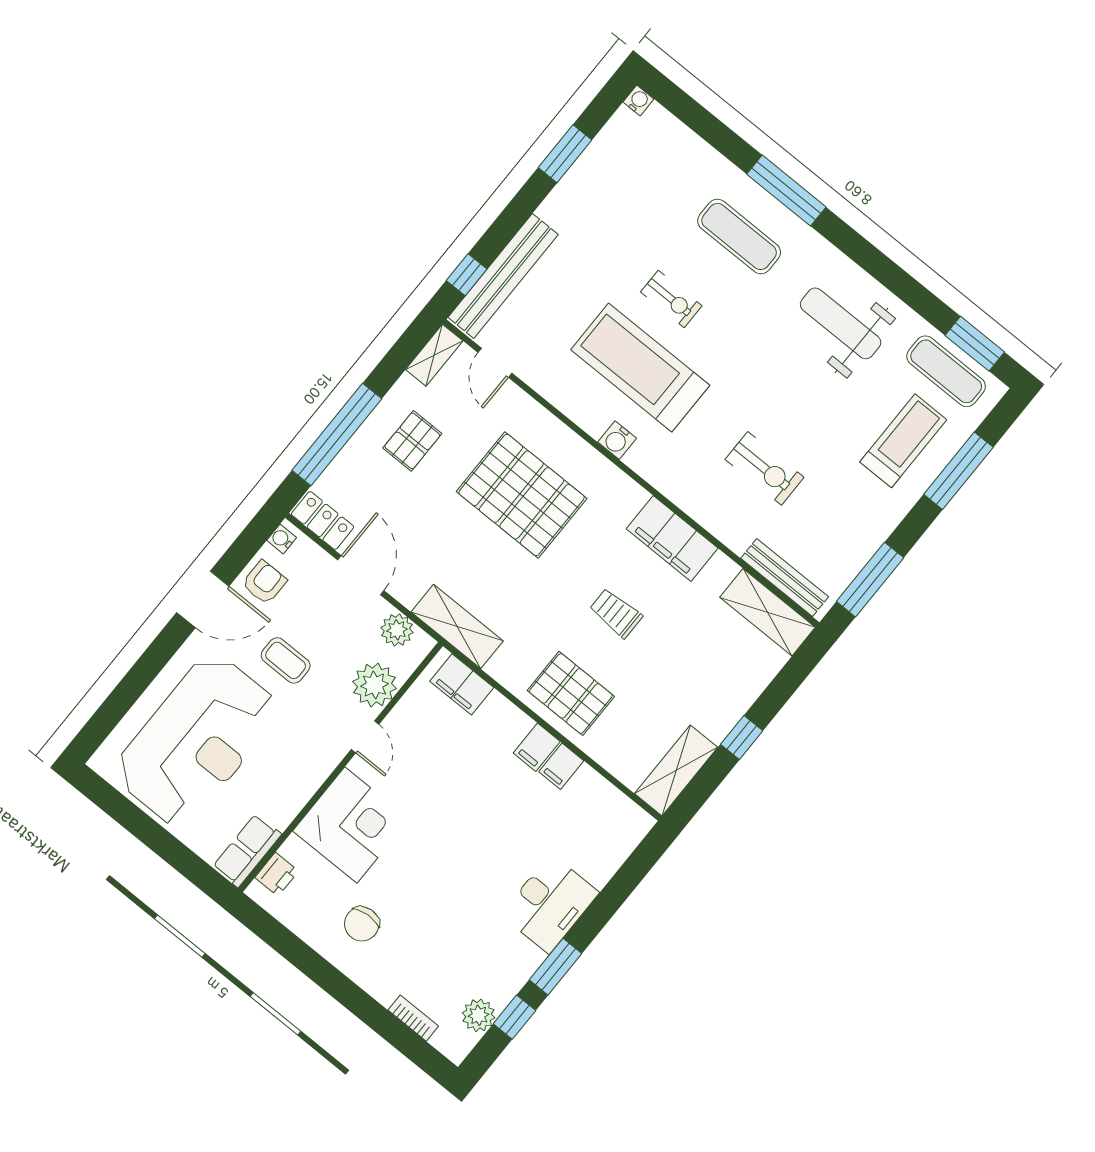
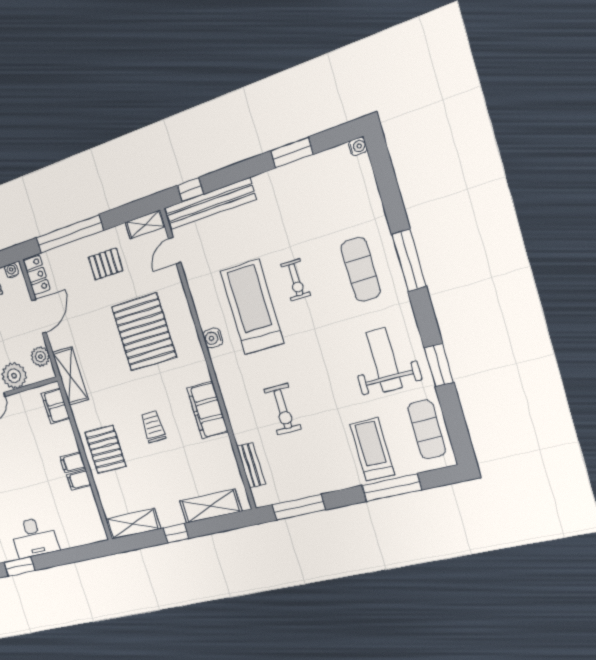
window: (975, 344) -> (439, 365), moved
treadmill: (903, 441) -> (372, 449), turned -90
bench: (785, 577) -> (251, 465), width x0.73
shelving: (768, 612) -> (211, 506), moved, turned 90

